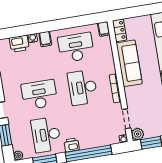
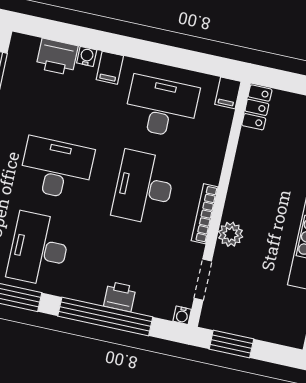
sofa: (129, 63) -> (250, 177), removed
plant: (138, 134) -> (231, 234), moved
printer: (72, 145) -> (120, 297), moved

